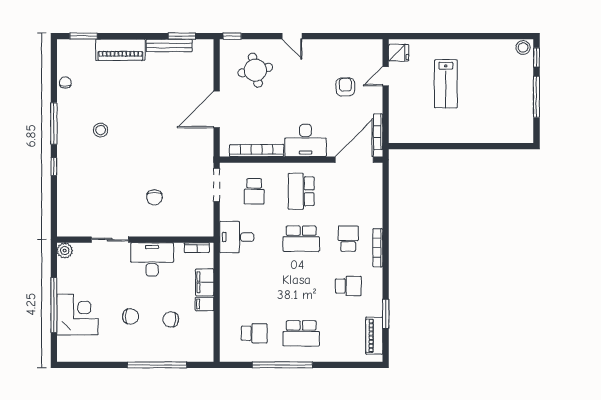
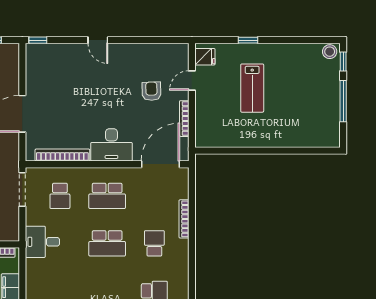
window: (442, 36) -> (248, 40), added
round table: (255, 70) -> (61, 74), removed
bookcase: (378, 132) -> (184, 119), moved
school desk: (301, 191) -> (107, 196), turned -90
bookcase: (378, 248) -> (184, 219), moved

